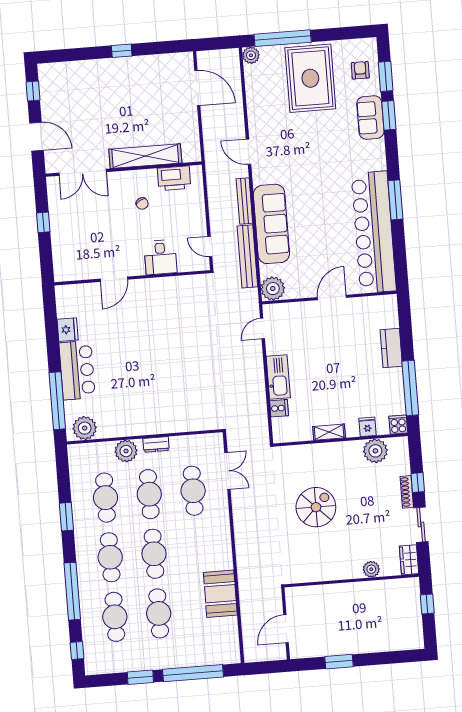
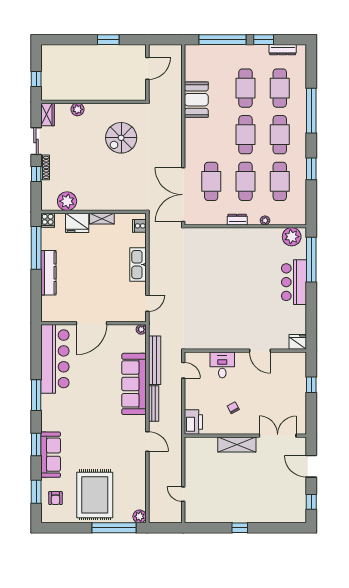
door: (197, 88) -> (183, 494), width x0.53
window: (389, 115) -> (36, 444), moved
sofa: (370, 118) -> (51, 455), width x1.36
shelving: (145, 156) -> (237, 444), width x0.68
printer: (174, 178) -> (193, 422), moved, turned 90
window: (43, 222) -> (311, 385), moved
bar counter: (374, 232) -> (55, 359), width x0.73
door: (114, 279) -> (260, 351), swing flipped
plant: (273, 289) -> (141, 329), width x0.53, depth x0.53
door: (332, 297) -> (91, 323), width x1.36
fridge: (68, 330) -> (298, 342), moved, turned 90
kitchen counter: (391, 348) -> (48, 273), width x1.50
cooker: (279, 408) -> (139, 226), moved
fridge: (367, 427) -> (77, 223), width x1.88, depth x1.34
plant: (126, 451) -> (265, 220), width x0.53, depth x0.53
double door: (227, 471) -> (183, 195), width x1.87
spiral stairs: (316, 507) -> (121, 138), moved
window: (77, 651) -> (311, 64), removed
dresser: (115, 666) -> (283, 50), added

